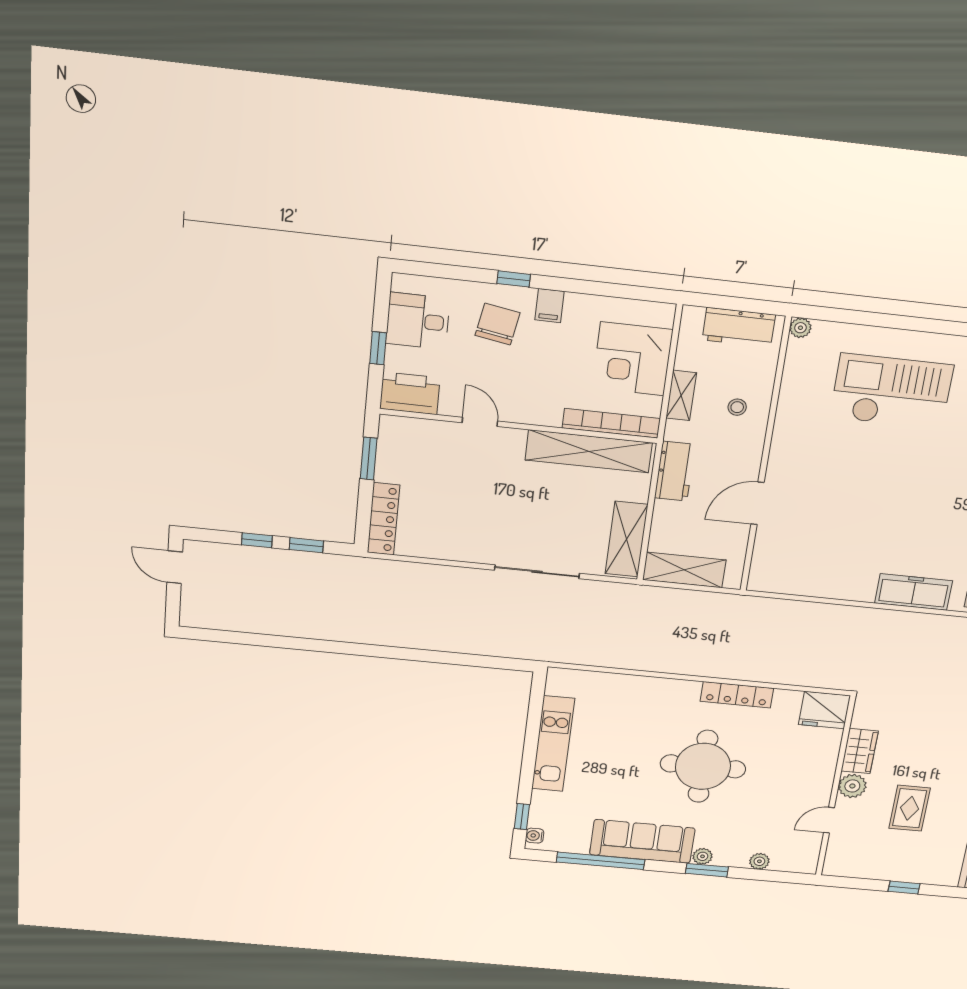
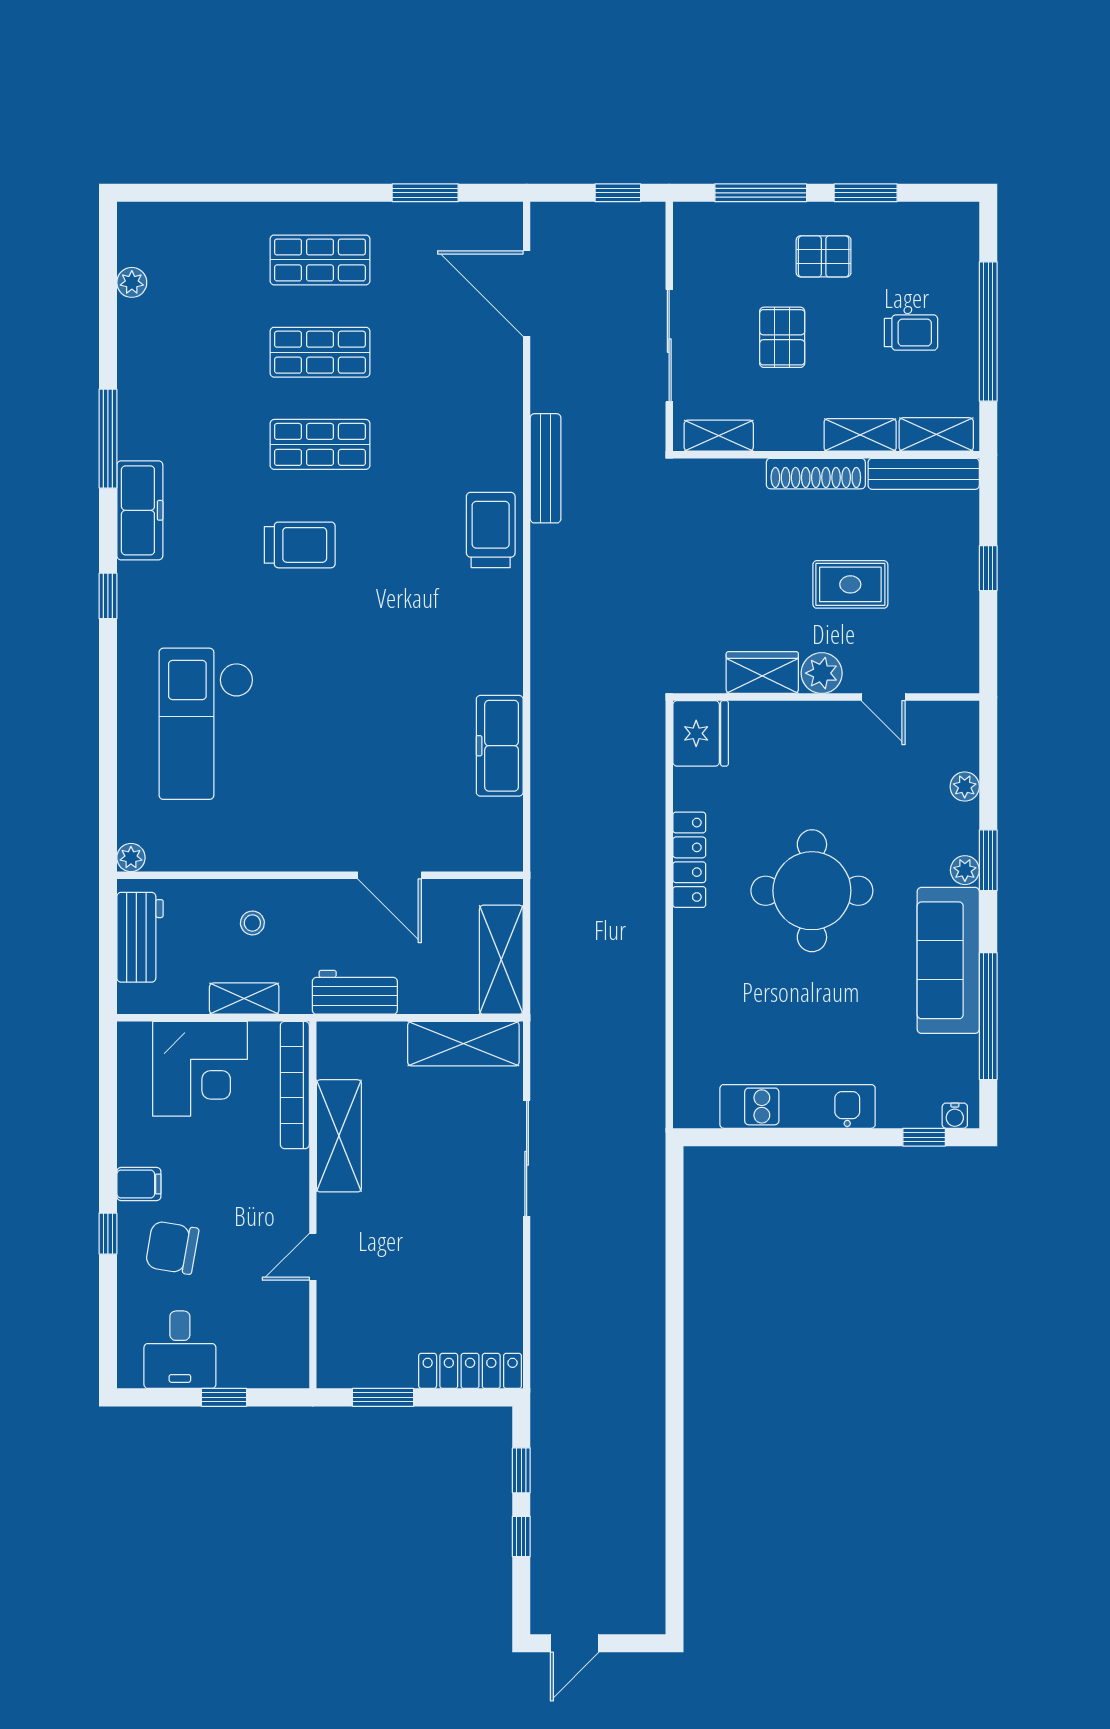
printer: (410, 393) -> (283, 1351), removed
shelving: (589, 451) -> (339, 1136), width x0.68
freezer: (914, 592) -> (500, 746), moved

